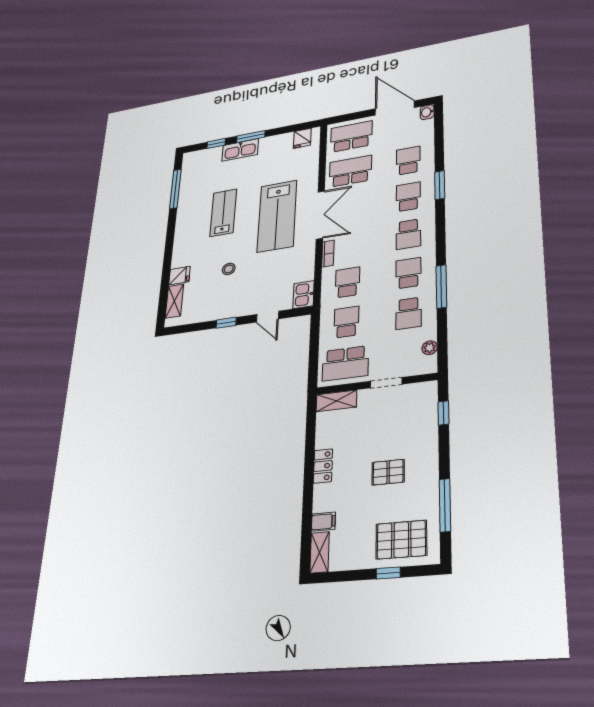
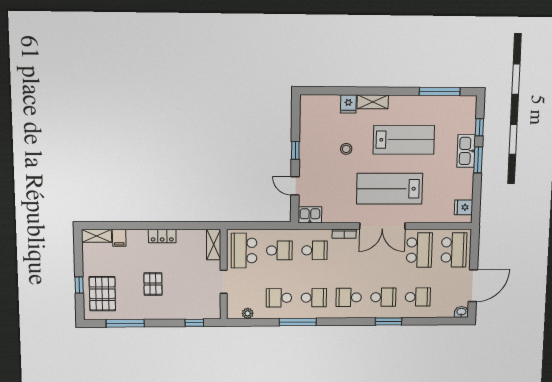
lab bench: (223, 213) -> (404, 140), width x1.36, depth x1.39
shelving: (174, 301) -> (373, 102), moved
door: (268, 317) -> (295, 186), hinge flipped

